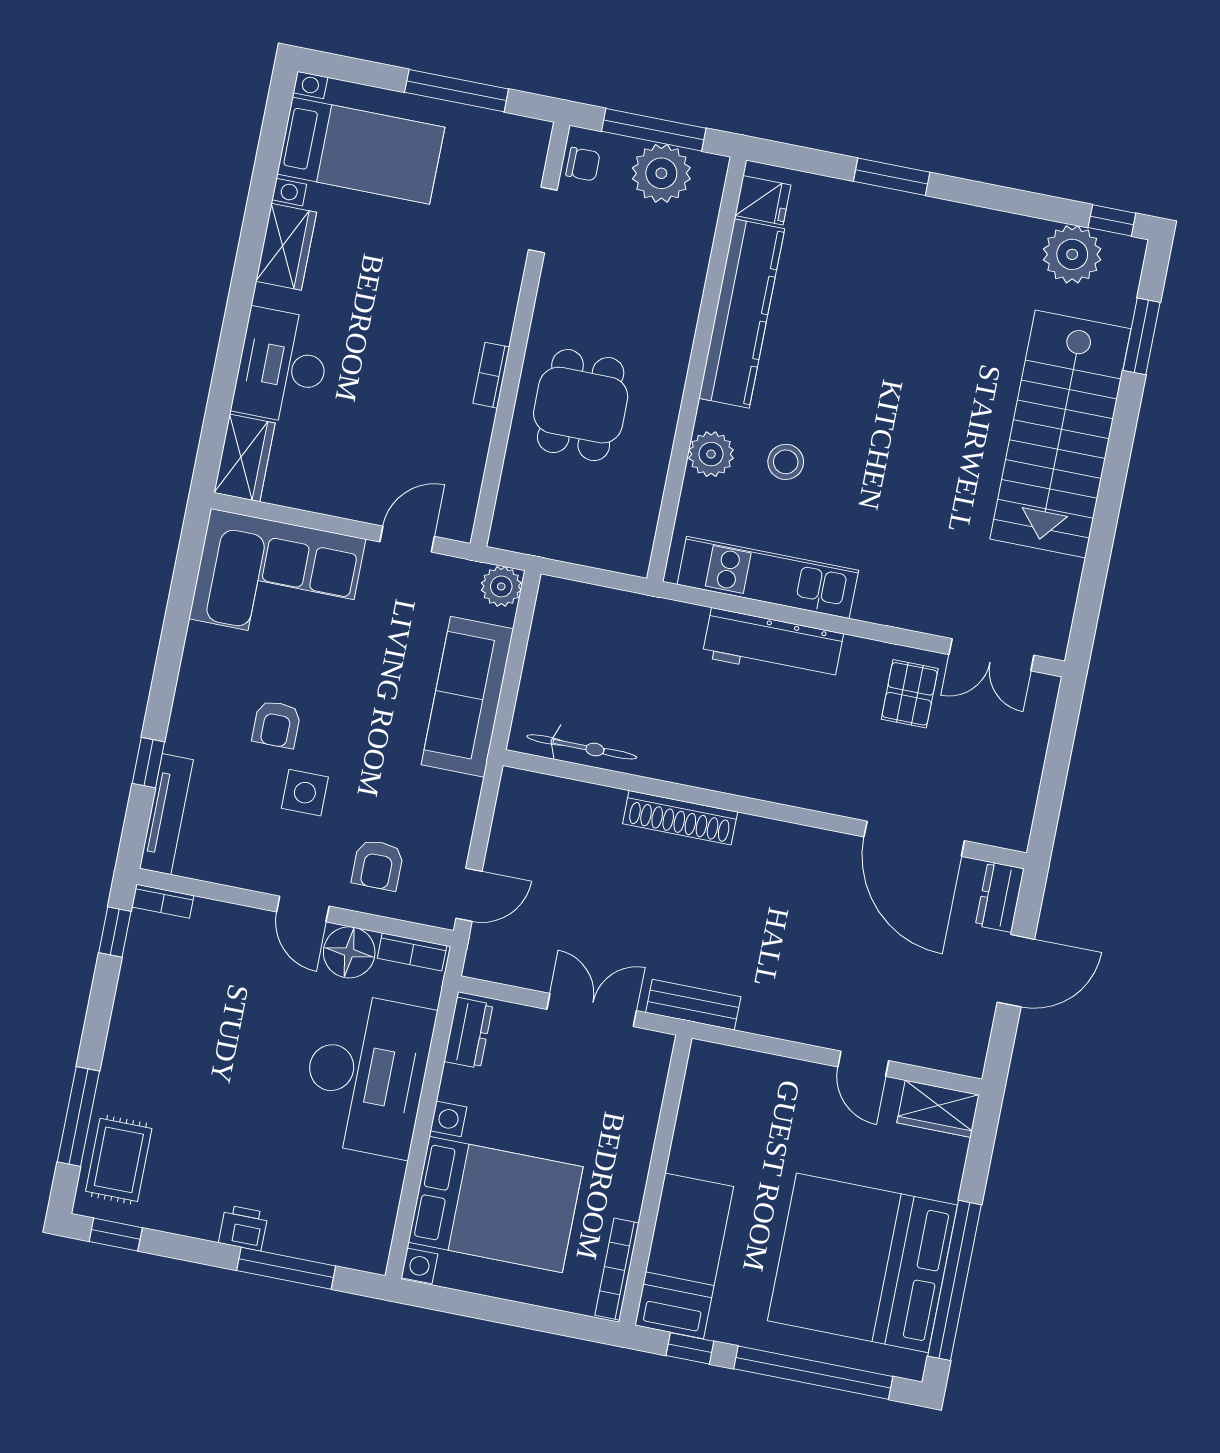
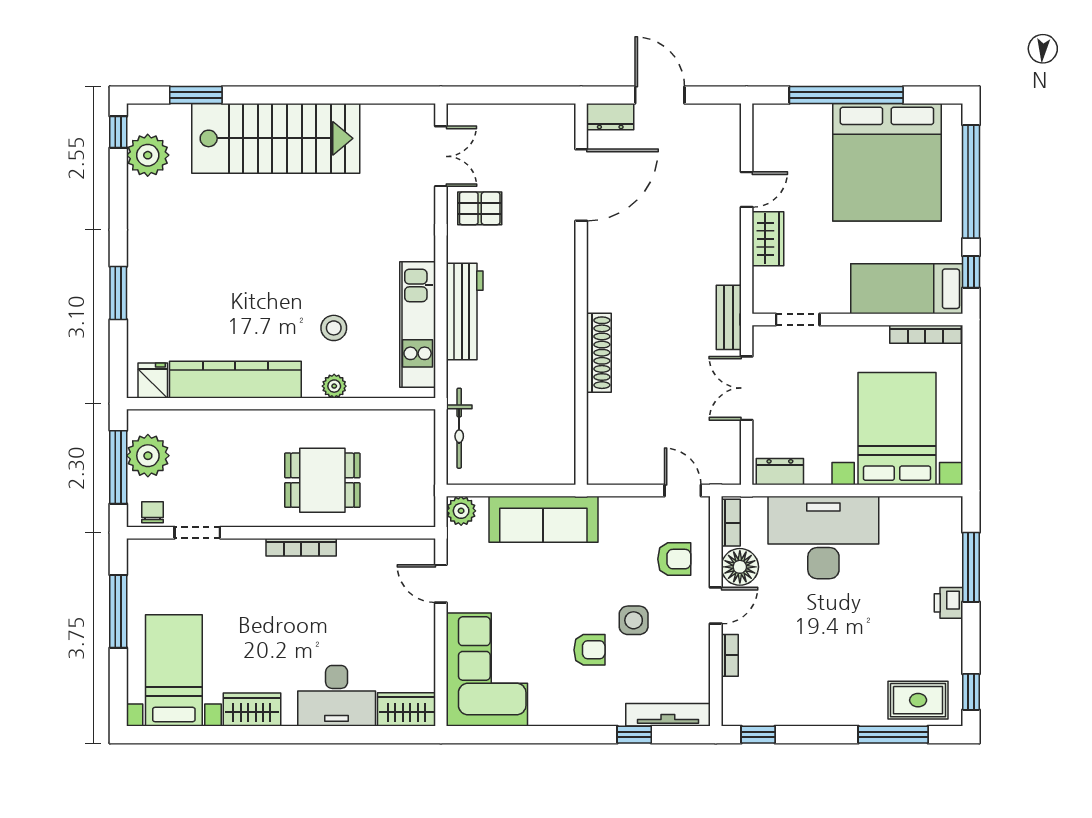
bookcase: (491, 375) -> (301, 547), width x1.56
plant: (711, 454) -> (334, 386), width x0.73, depth x0.73
bicycle: (582, 747) -> (459, 428), moved, turned 180
bookcase: (163, 901) -> (730, 655), moved
doorway: (672, 1098) -> (798, 319), added
wardrobe: (938, 1109) -> (768, 239), moved
window: (954, 1280) -> (846, 95), moved

